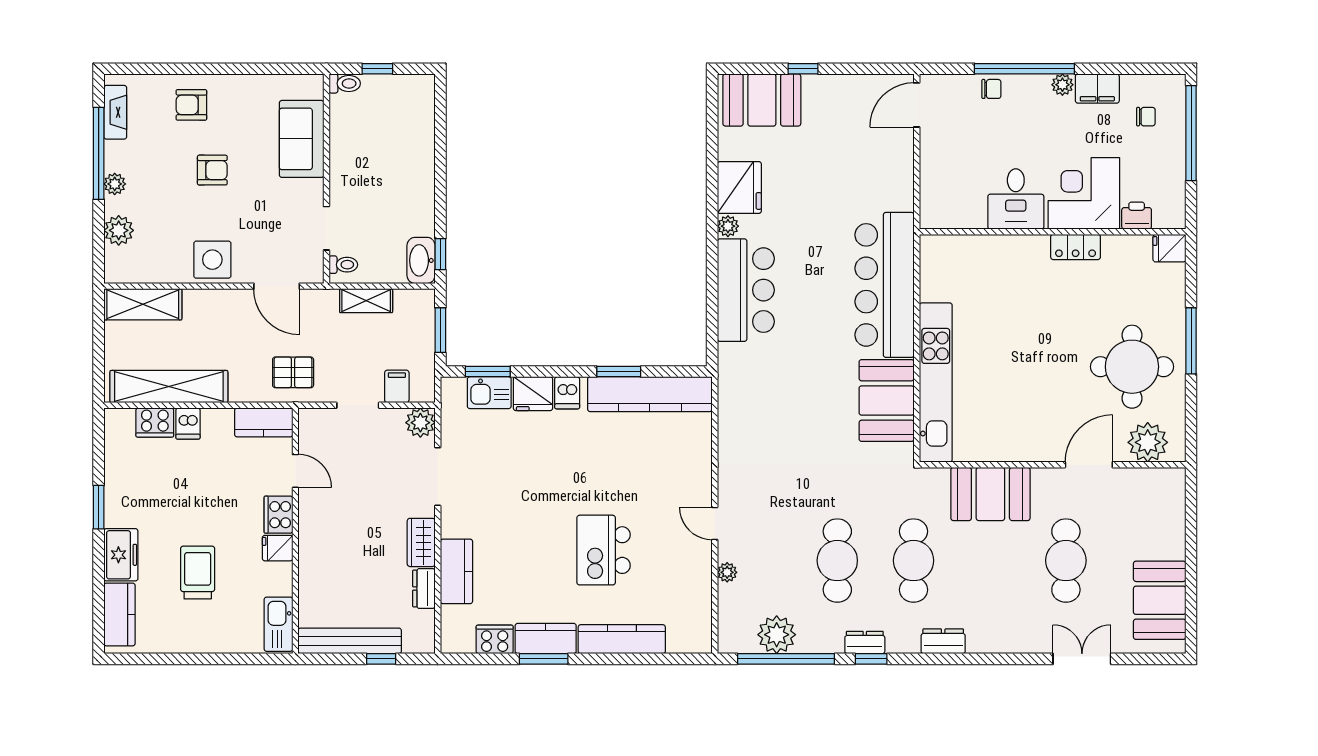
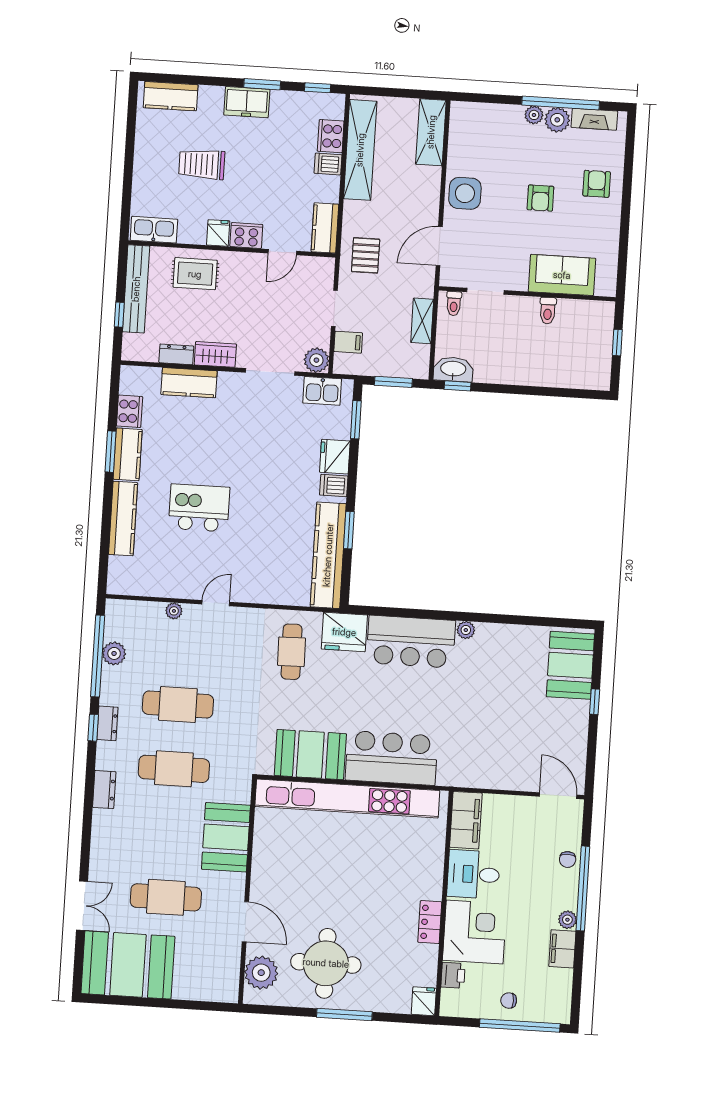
toilet: (345, 83) -> (548, 311), moved
chair: (1146, 117) -> (509, 1001), moved, turned 90
fridge: (739, 187) -> (344, 632), moved
filing cabinet: (952, 212) -> (466, 820), added
plant: (119, 230) -> (557, 120), moved
bar counter: (885, 285) -> (392, 758), width x0.73
kitchen unit: (936, 383) -> (347, 798), width x1.36
kitchen sink: (489, 393) -> (322, 391), moved, turned -90
cafe table: (767, 430) -> (292, 652), added
window: (99, 442) -> (318, 88), added
freezer: (121, 555) -> (247, 102), moved
rug: (327, 572) -> (195, 274), added
trolley: (198, 573) -> (202, 164), turned 180
booth: (1160, 600) -> (128, 965), width x1.36, depth x1.42
plant: (777, 635) -> (114, 653), width x0.73, depth x0.73

